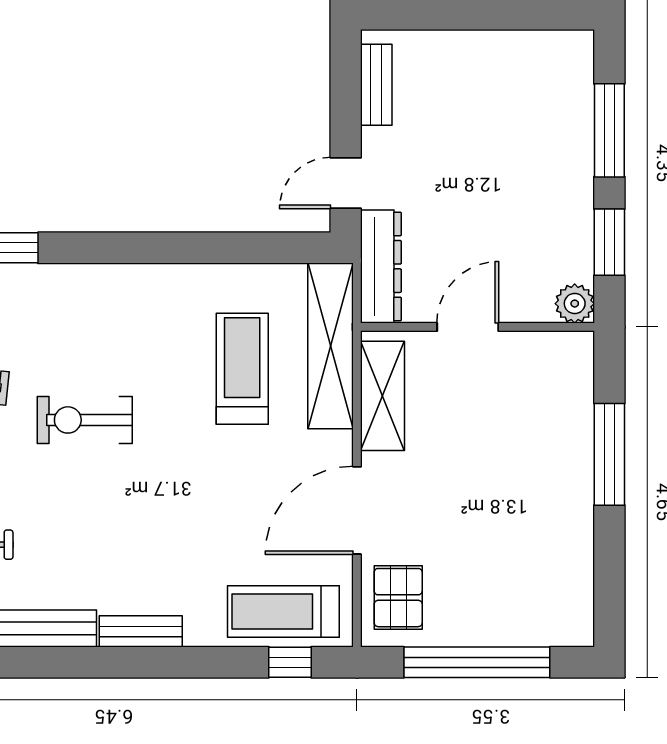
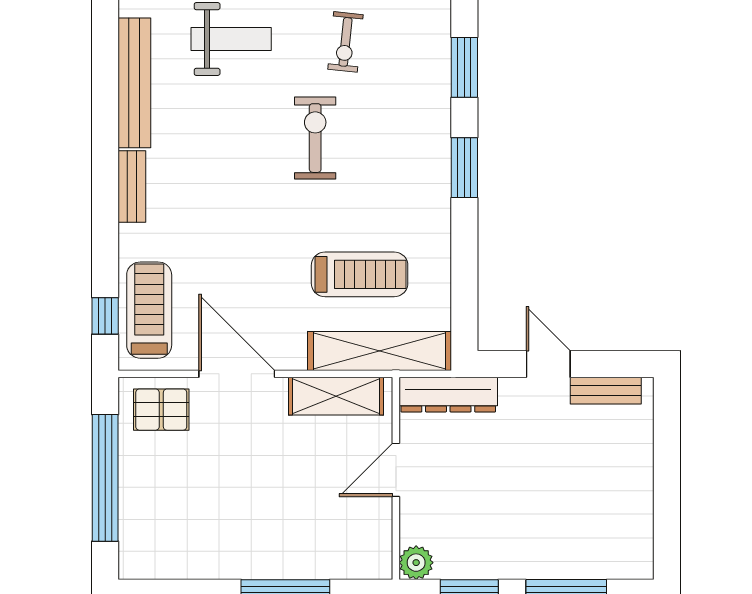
door: (346, 183) -> (548, 364), moved
window: (119, 248) -> (464, 168), added
door: (468, 327) -> (396, 470), swing flipped

